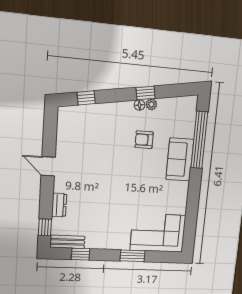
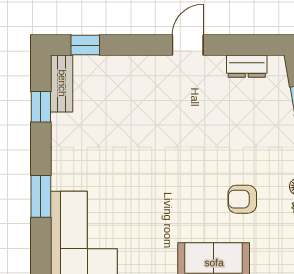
armchair: (144, 140) -> (242, 199), turned -90
dresser: (59, 205) -> (247, 66), moved

